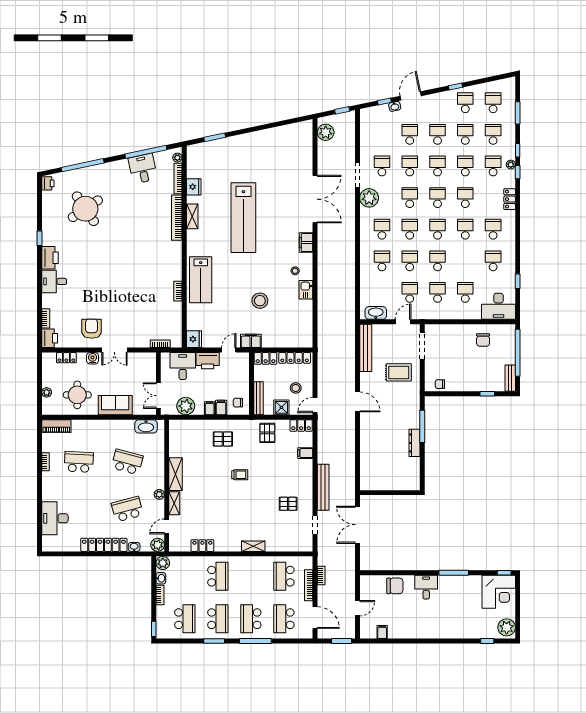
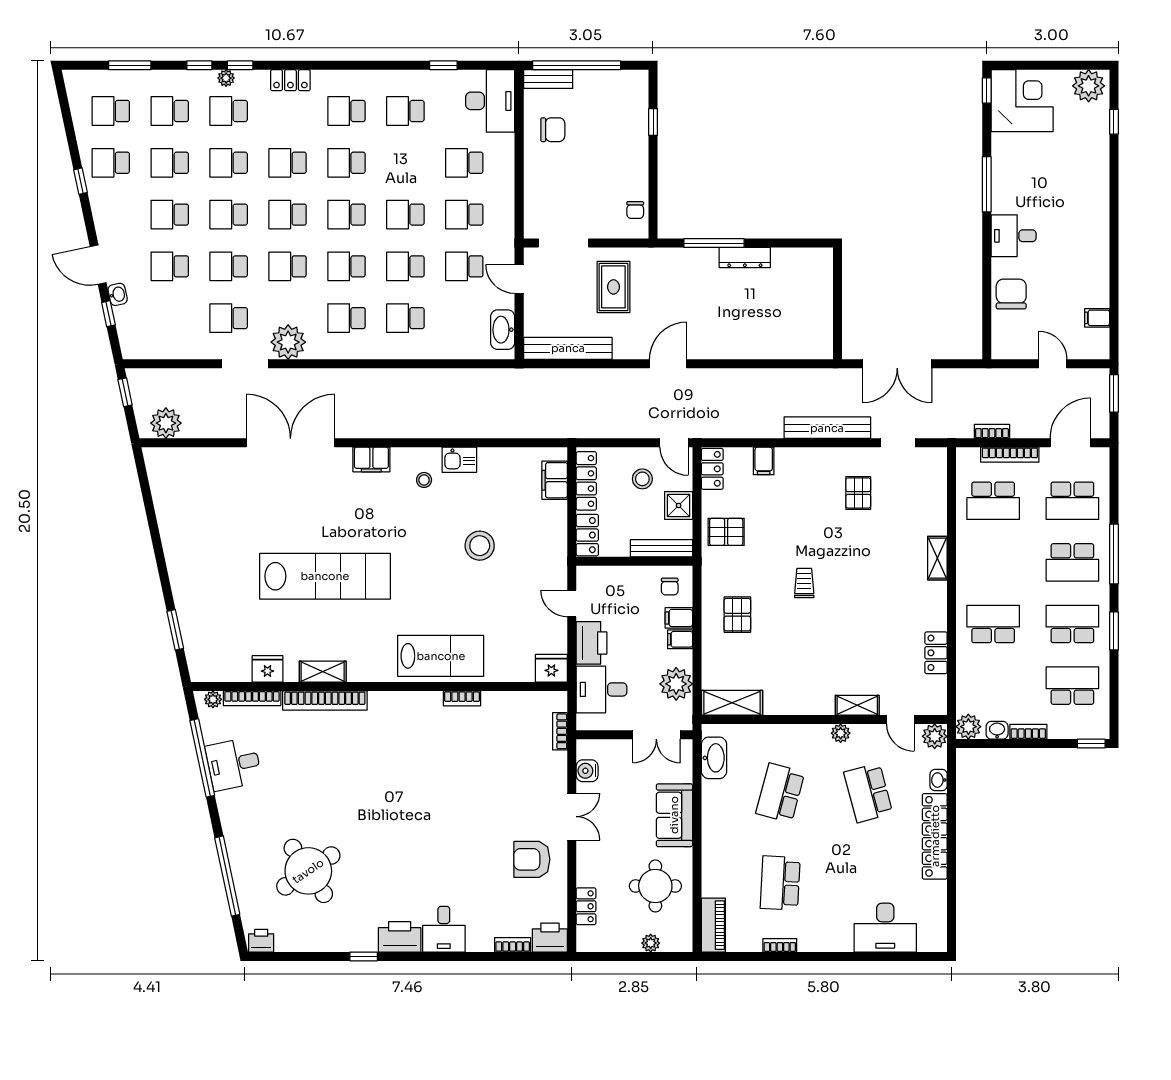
filing cabinet: (251, 341) -> (555, 480), moved
water cooler: (92, 358) -> (587, 771), moved
bench: (510, 378) -> (548, 79), moved
shelving: (176, 474) -> (732, 703), moved

